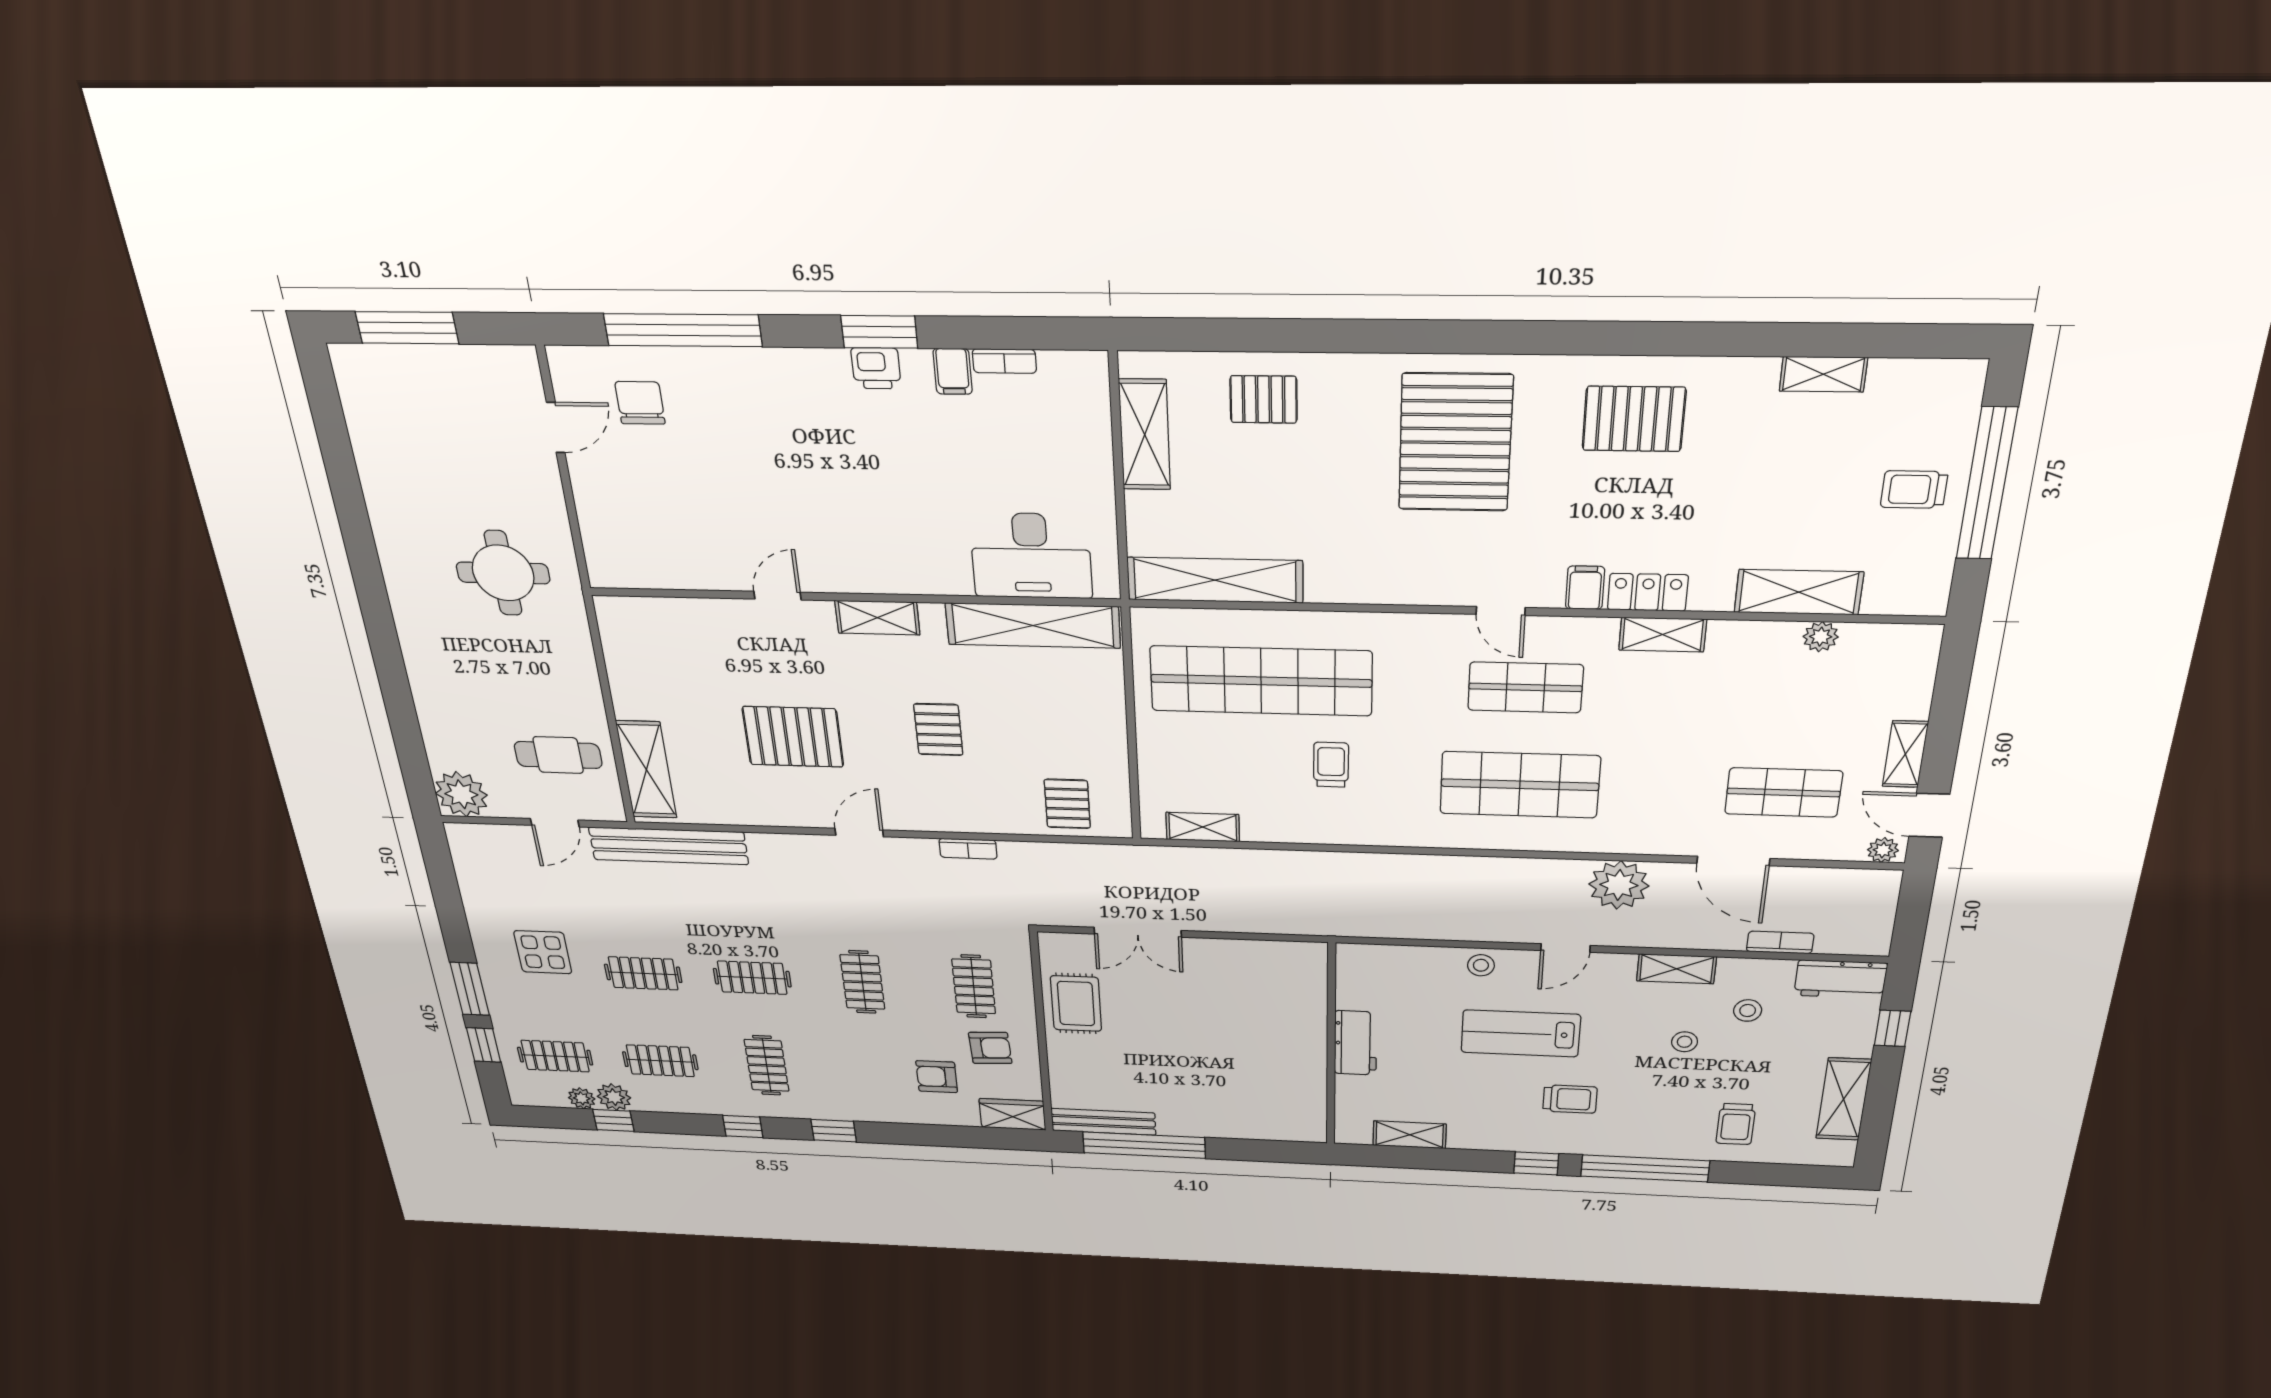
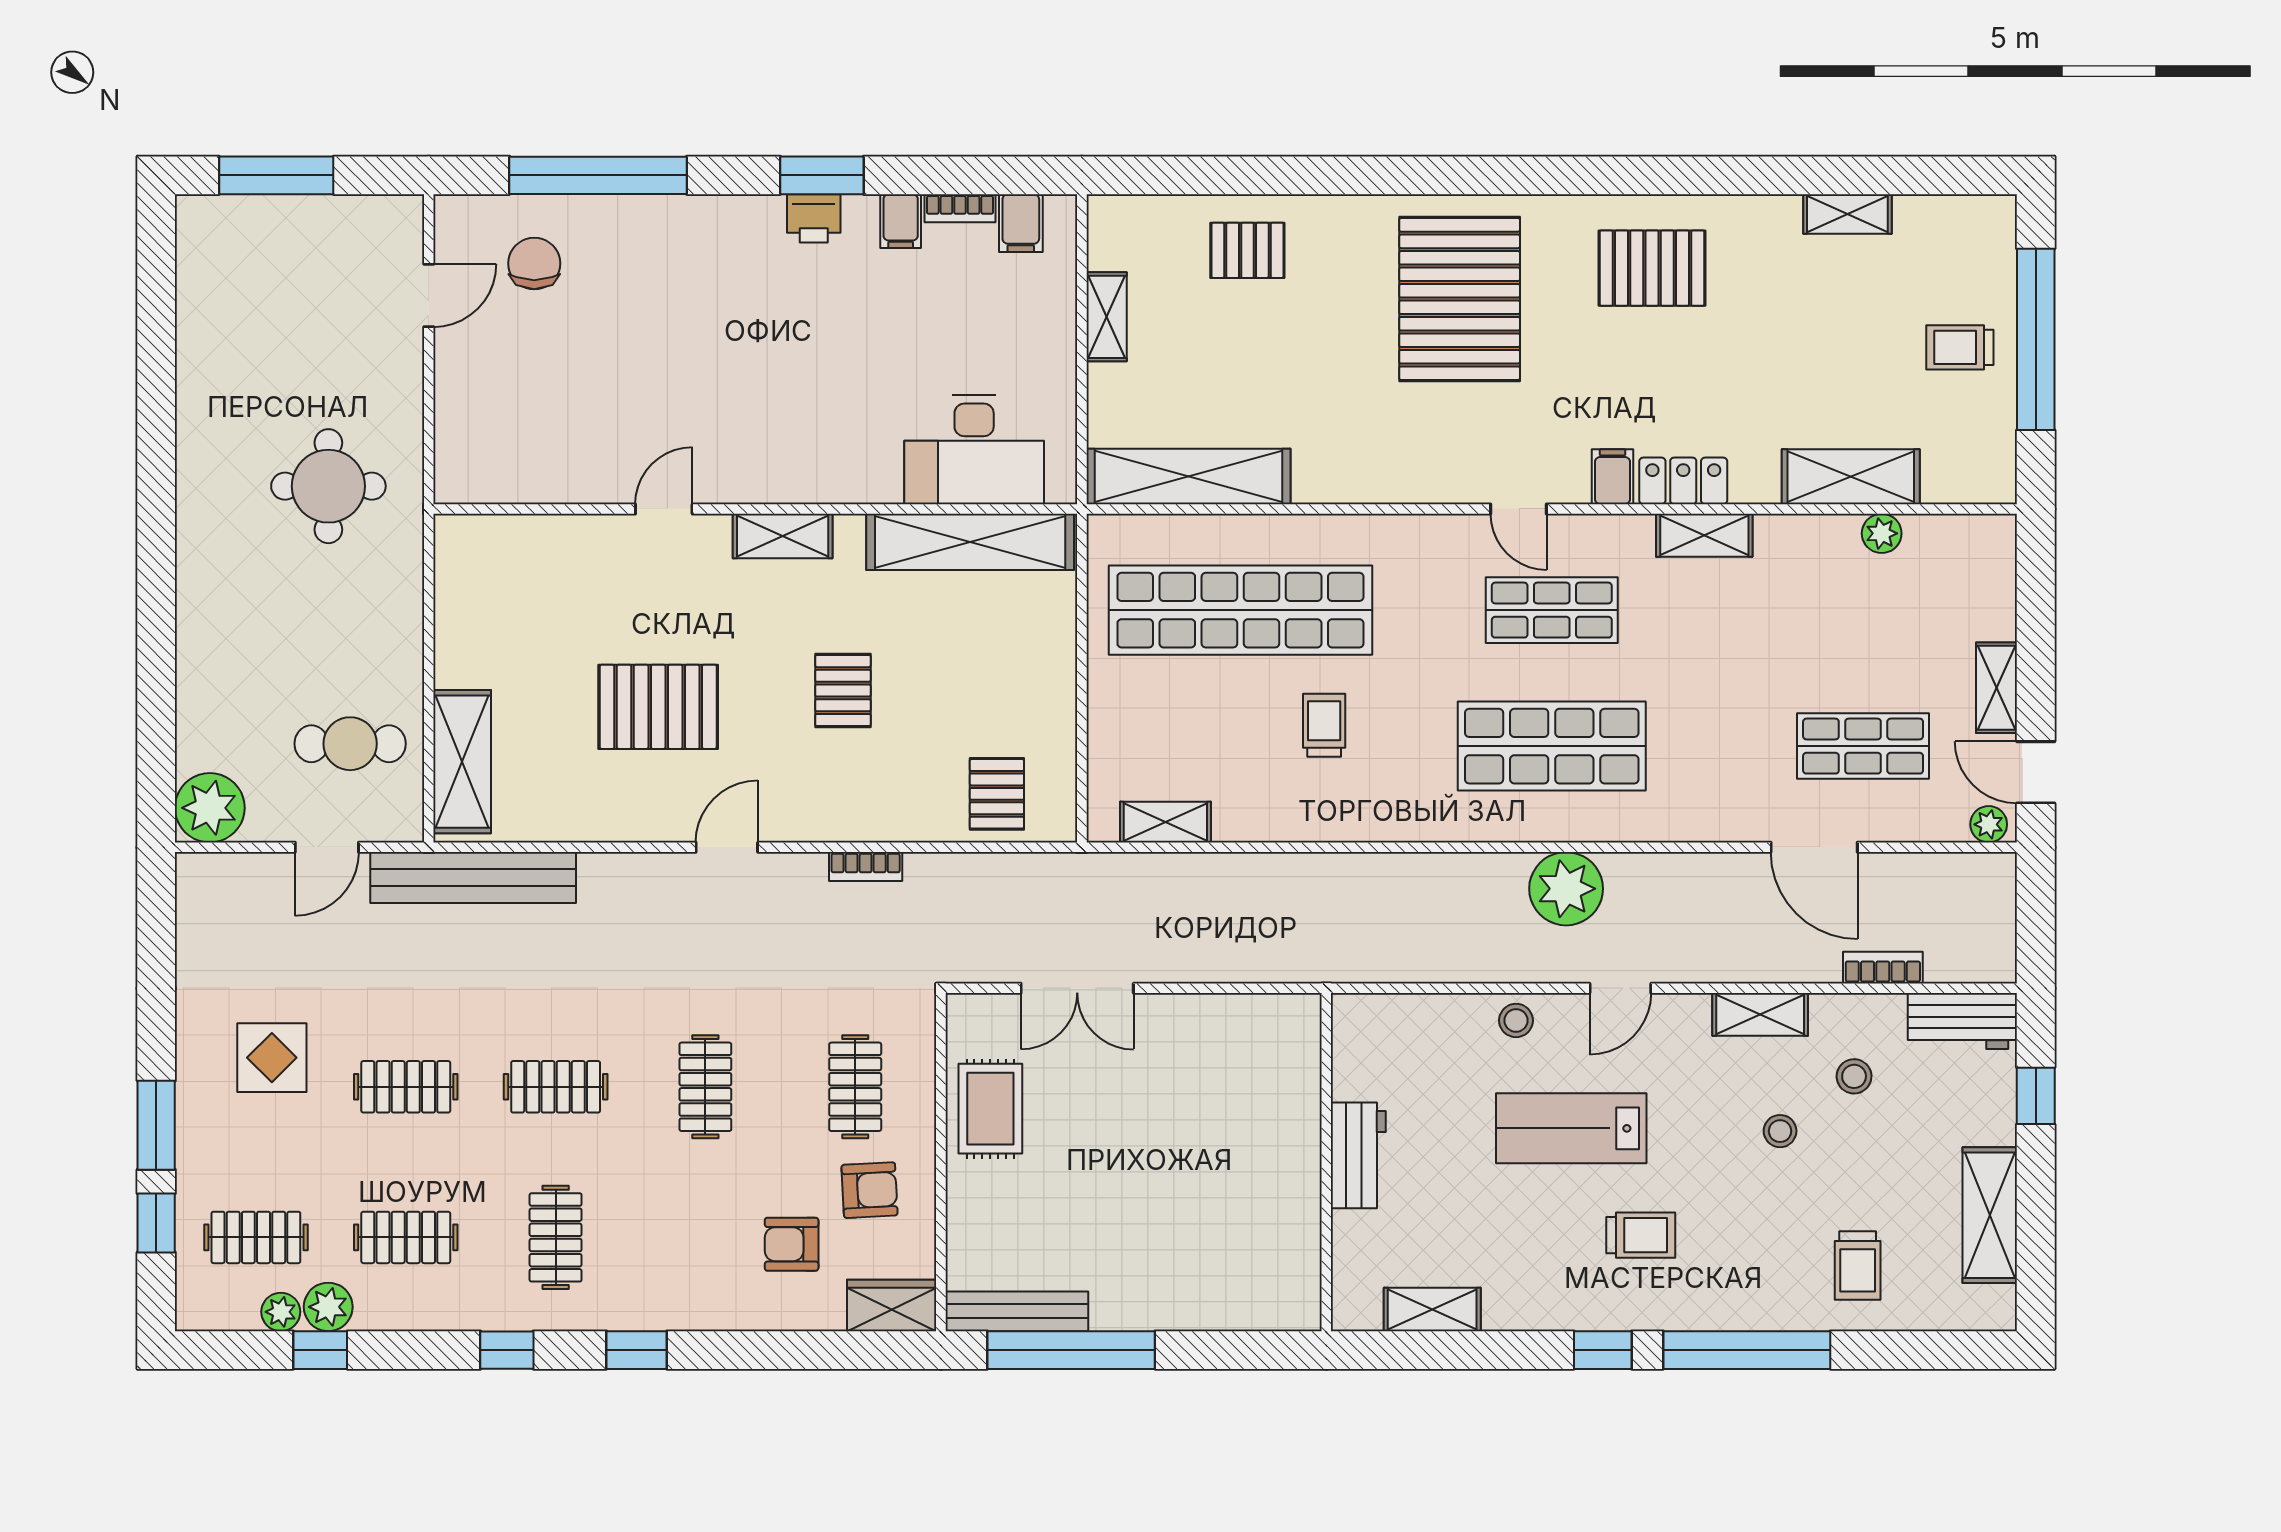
filing cabinet: (1059, 374) -> (1021, 223), added
shelving: (1145, 435) -> (1107, 317), width x0.67, depth x0.75
plant: (1619, 885) -> (1566, 889), moved

